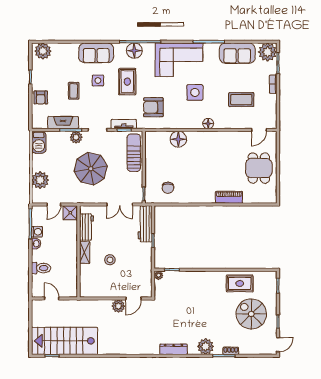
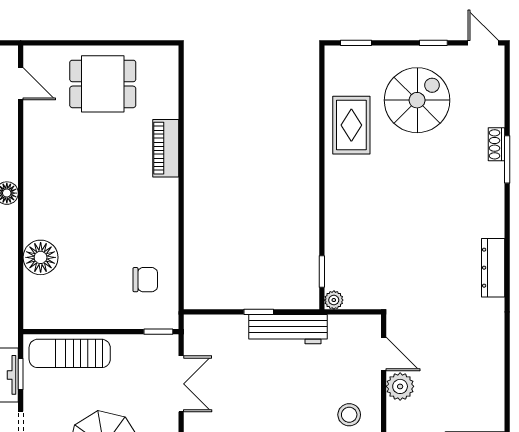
workbench: (145, 224) -> (288, 329), moved
stool: (110, 260) -> (349, 415), moved
spiral stairs: (251, 314) -> (417, 100), turned 180
plant: (206, 347) -> (487, 199), removed

